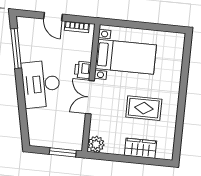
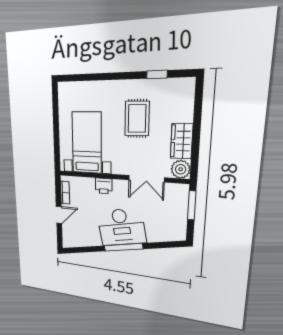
window: (16, 48) -> (123, 247), moved
double door: (90, 97) -> (146, 179), moved
window: (179, 128) -> (157, 74), added
wardrobe: (140, 148) -> (182, 141), moved

